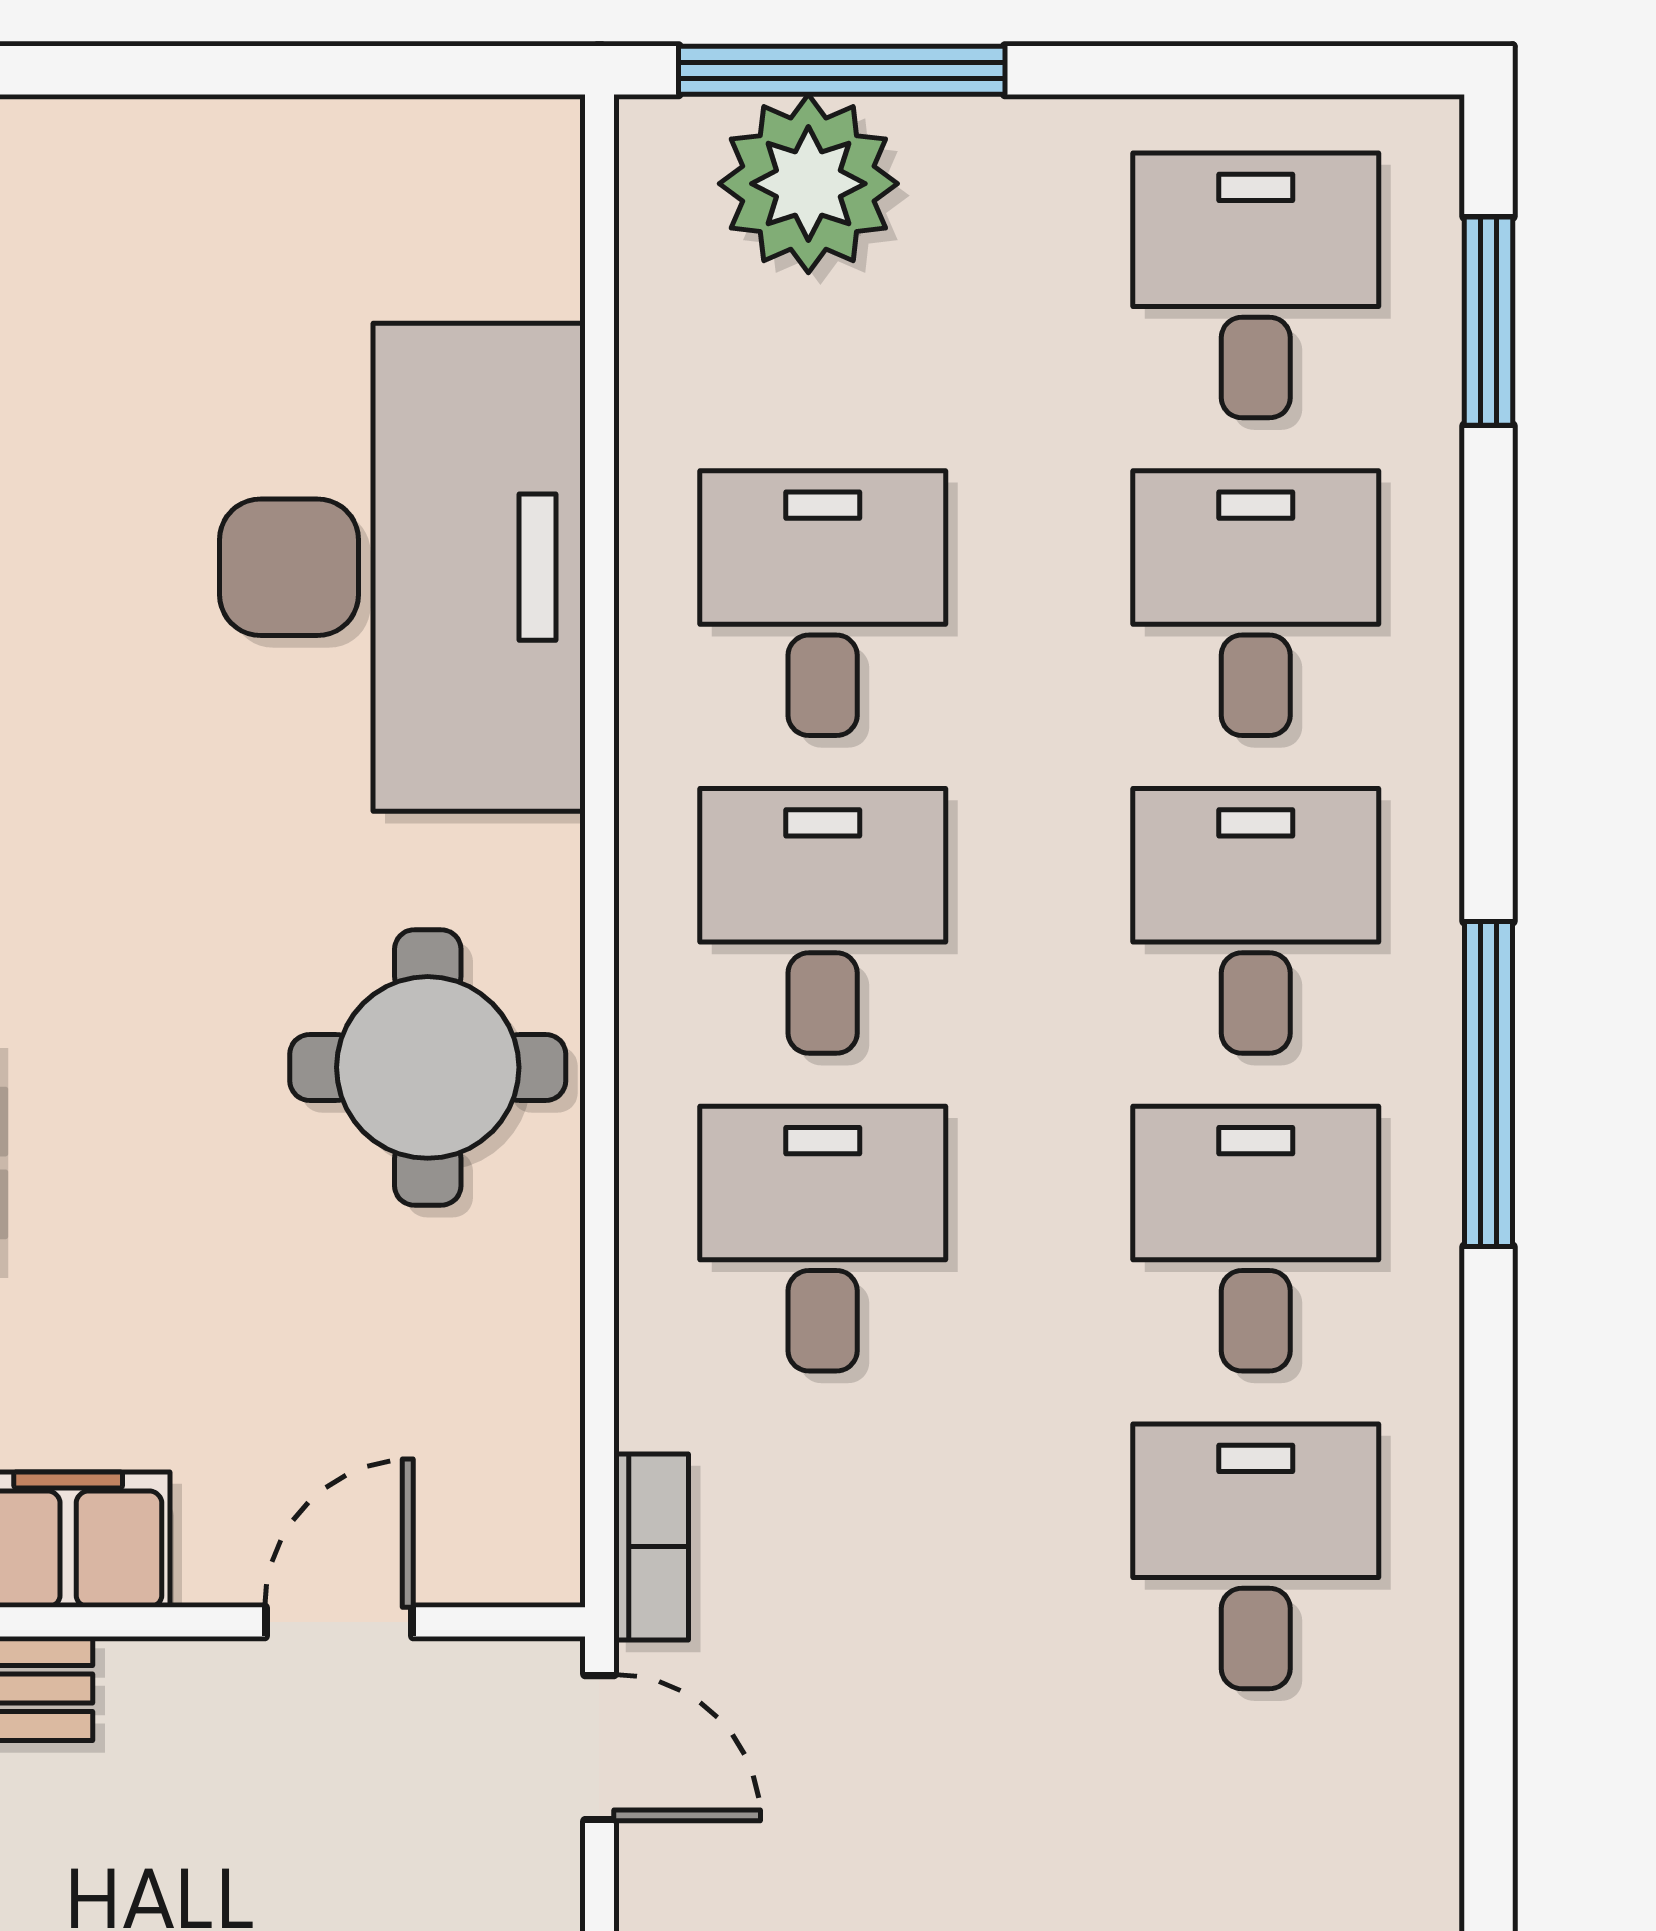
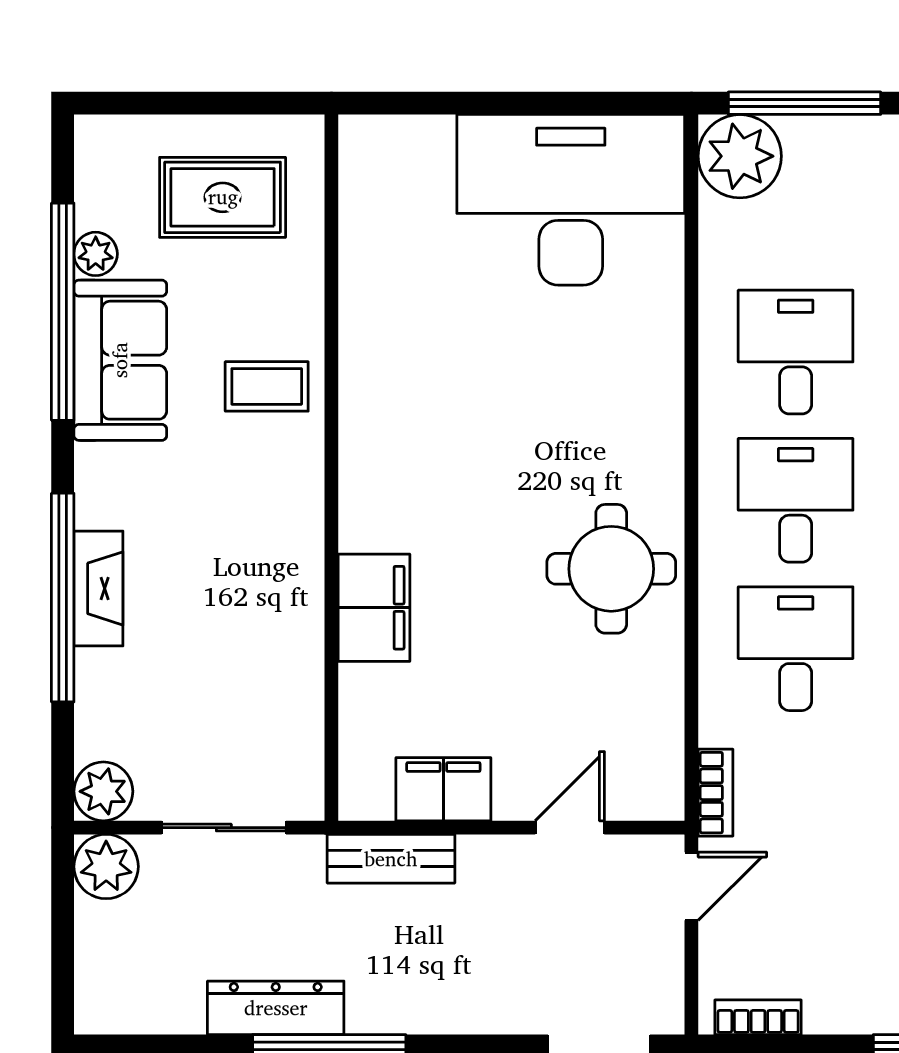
plant: (808, 184) -> (740, 156), moved
desk: (402, 567) -> (571, 200), moved, turned -90
door: (599, 1748) -> (691, 886), hinge flipped

